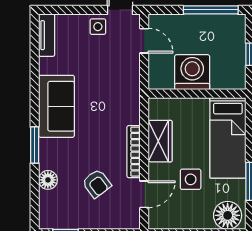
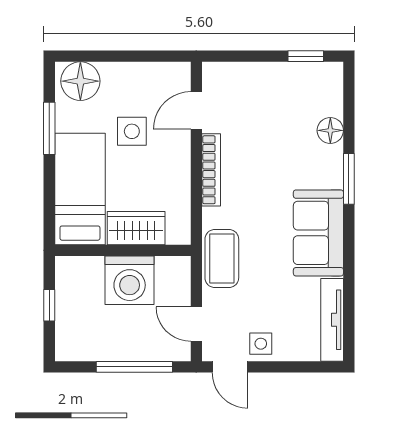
window: (211, 10) -> (134, 367), moved
tv unit: (47, 35) -> (332, 320), width x1.41
coffee table: (126, 88) -> (222, 259), added
wardrobe: (160, 141) -> (136, 228), moved, turned 90
armchair: (97, 184) -> (263, 125), removed

